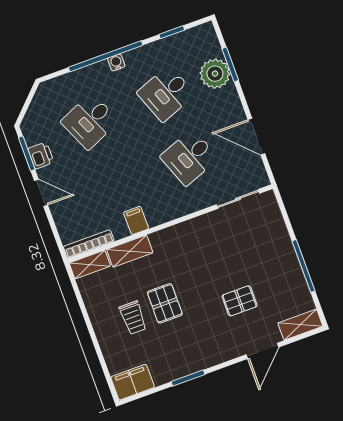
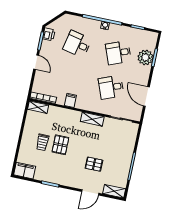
desk: (90, 121) -> (77, 44), turned 36
printer: (41, 156) -> (49, 34), moved
shelving: (130, 251) -> (92, 119), moved

